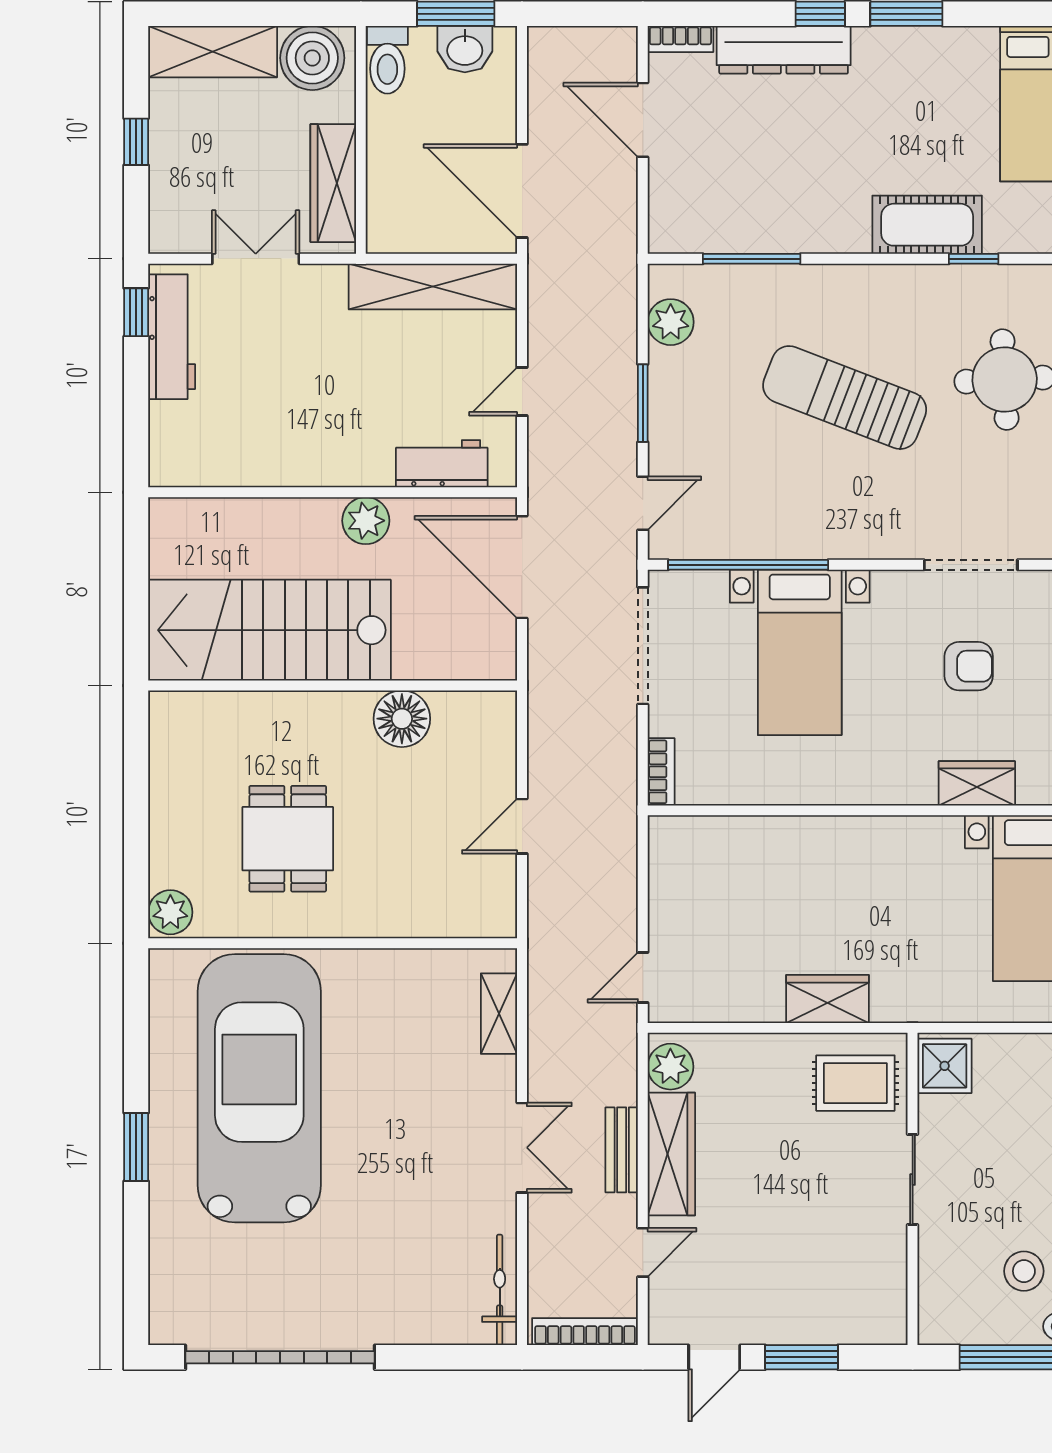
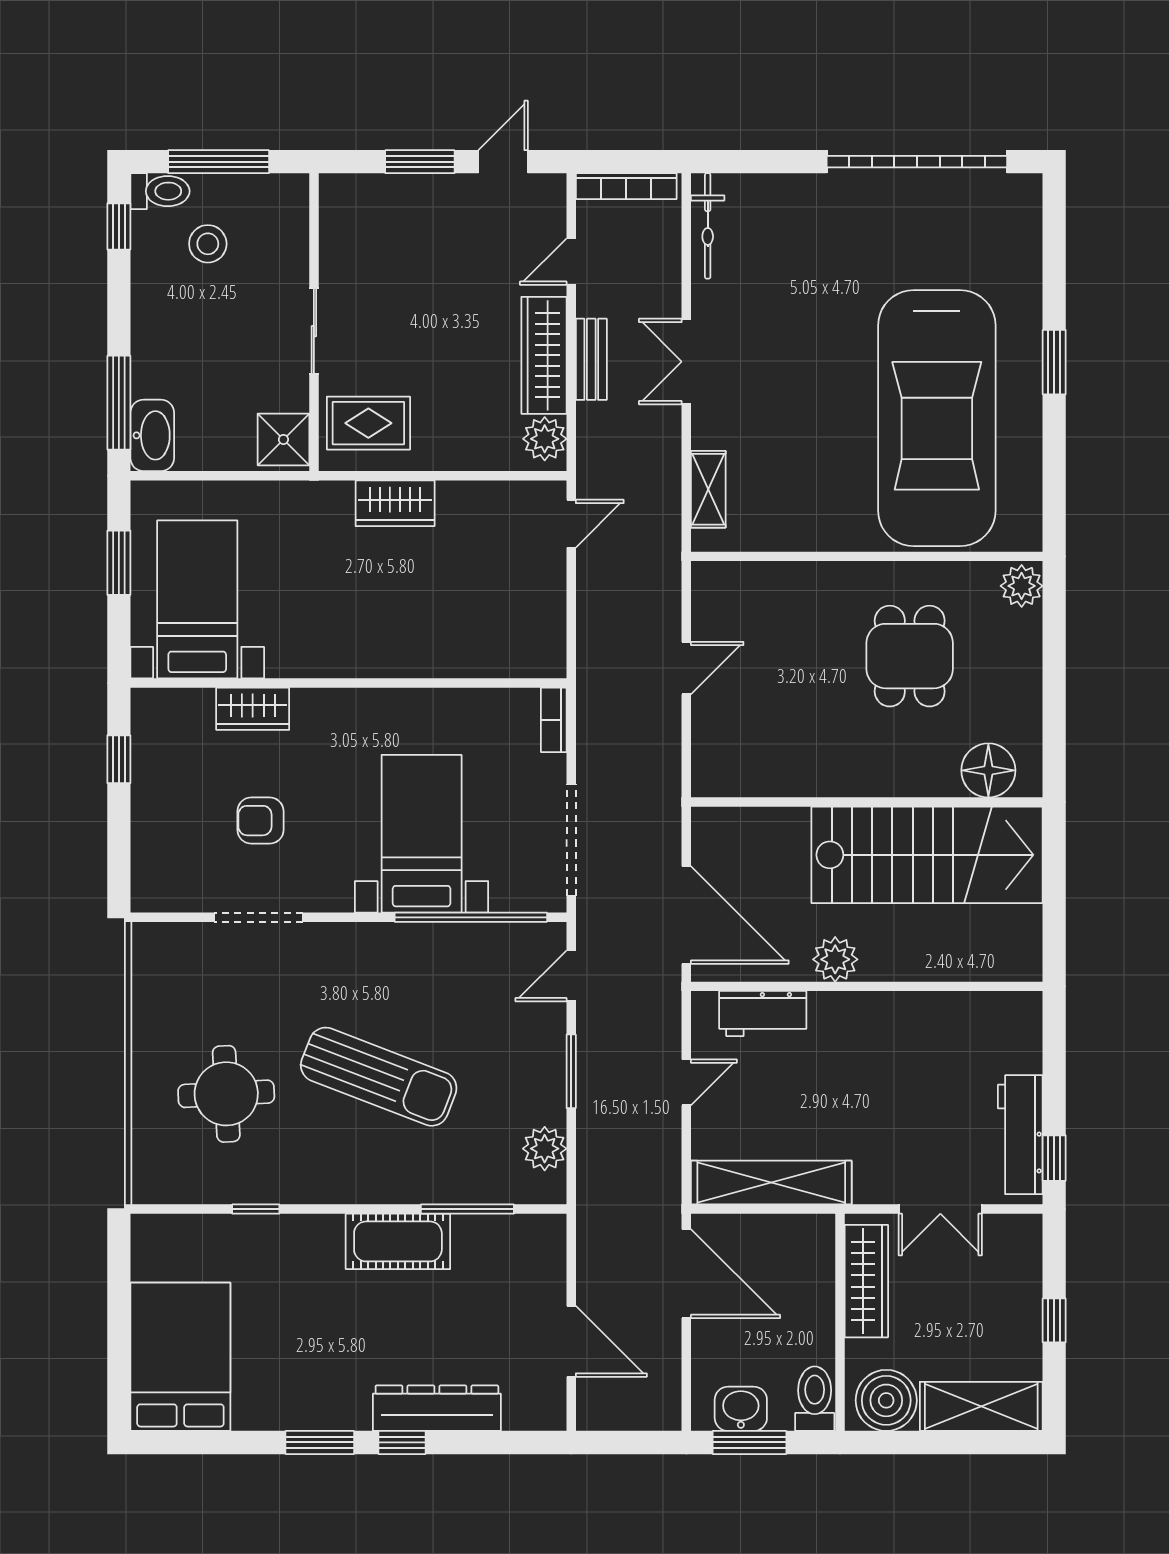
bookcase: (680, 39) -> (535, 1418), removed
cot: (927, 225) -> (398, 1241), moved
floor lamp: (402, 719) -> (988, 770), moved

